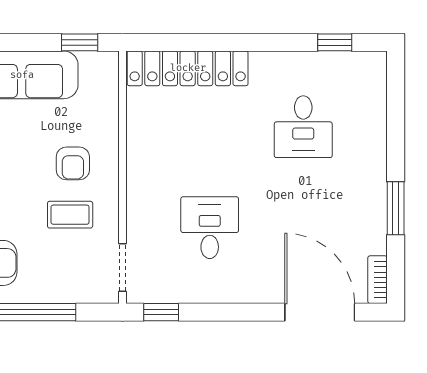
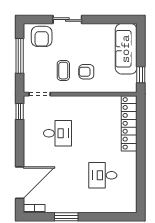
window: (335, 42) -> (141, 189), removed

